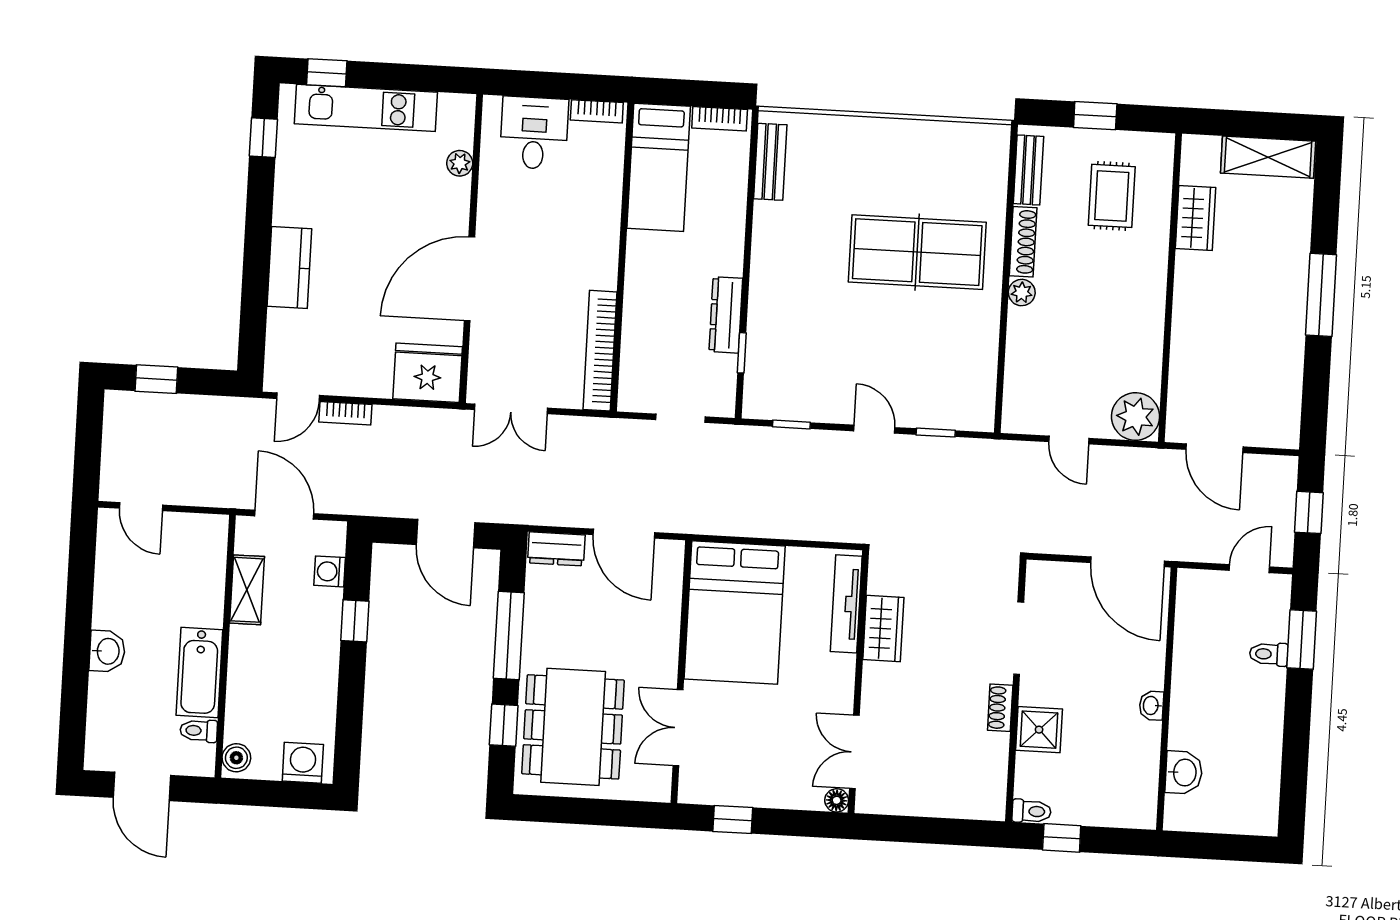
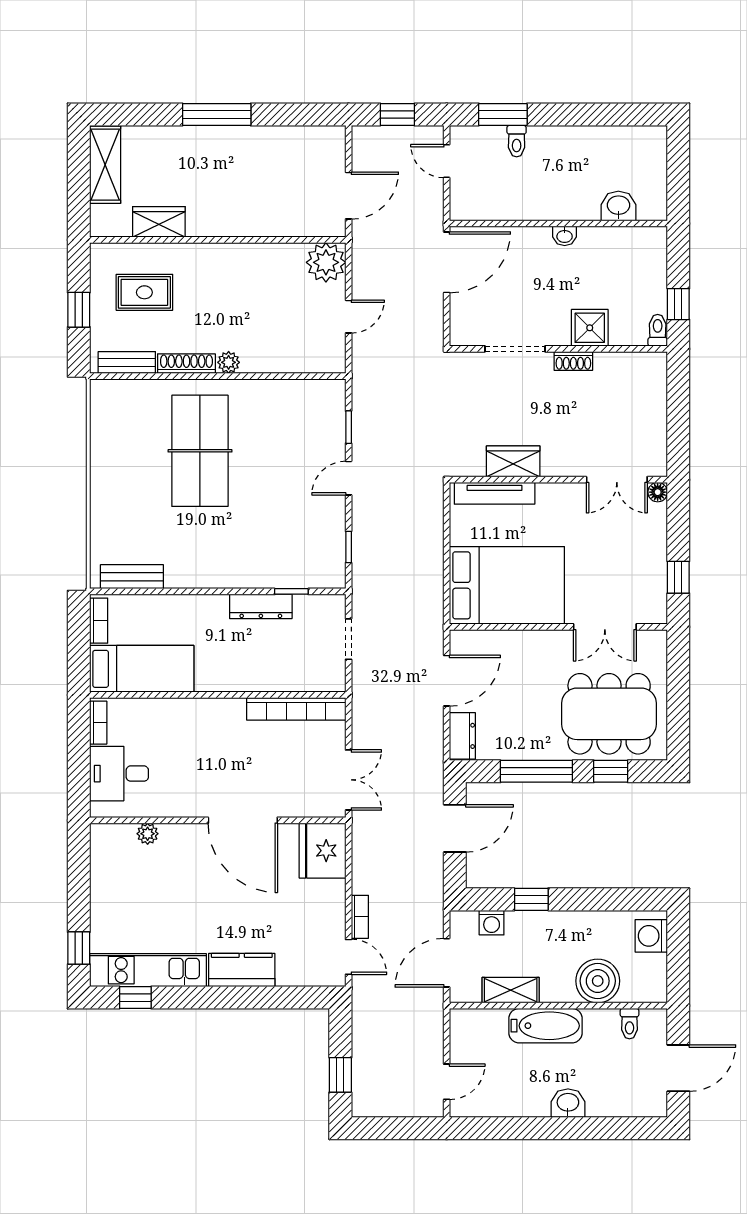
kitchen unit: (366, 108) -> (148, 970), moved, turned -90
bathtub: (199, 672) -> (546, 1026), moved
boiler: (236, 758) -> (598, 981), moved, width x1.86, depth x1.86

